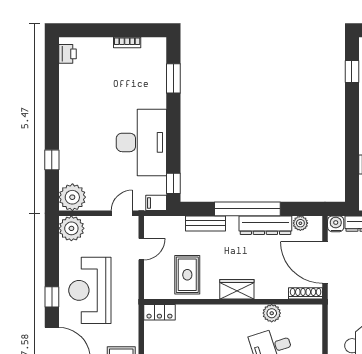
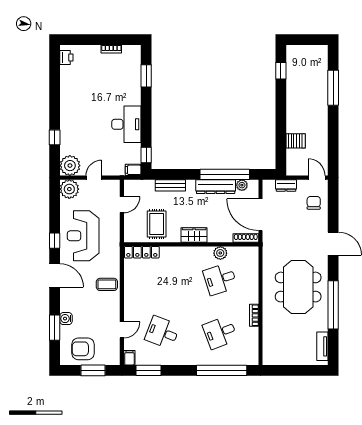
desk: (141, 142) -> (126, 124), width x0.73, depth x0.77
window: (247, 209) -> (225, 174), moved
door: (122, 213) -> (94, 178), moved
water cooler: (336, 224) -> (269, 186), removed
locker: (159, 312) -> (142, 252), width x1.53

